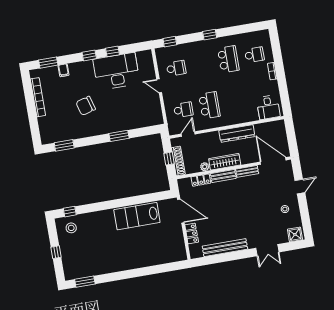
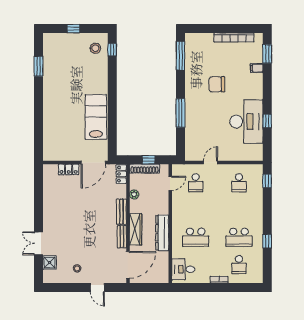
window: (210, 35) -> (267, 241), moved
window: (89, 55) -> (267, 97), removed
door: (159, 86) -> (211, 162), moved
school desk: (209, 105) -> (196, 237), moved
chair: (86, 106) -> (217, 84), turned -75
door: (188, 134) -> (170, 183), hinge flipped
window: (119, 136) -> (180, 113), width x1.44
window: (64, 145) -> (180, 56), width x1.44
wardrobe: (225, 162) -> (136, 229), moved
locker: (201, 180) -> (121, 174), moved
shower: (295, 234) -> (50, 263), moved
bench: (225, 248) -> (49, 201), removed
window: (85, 282) -> (38, 66), moved

